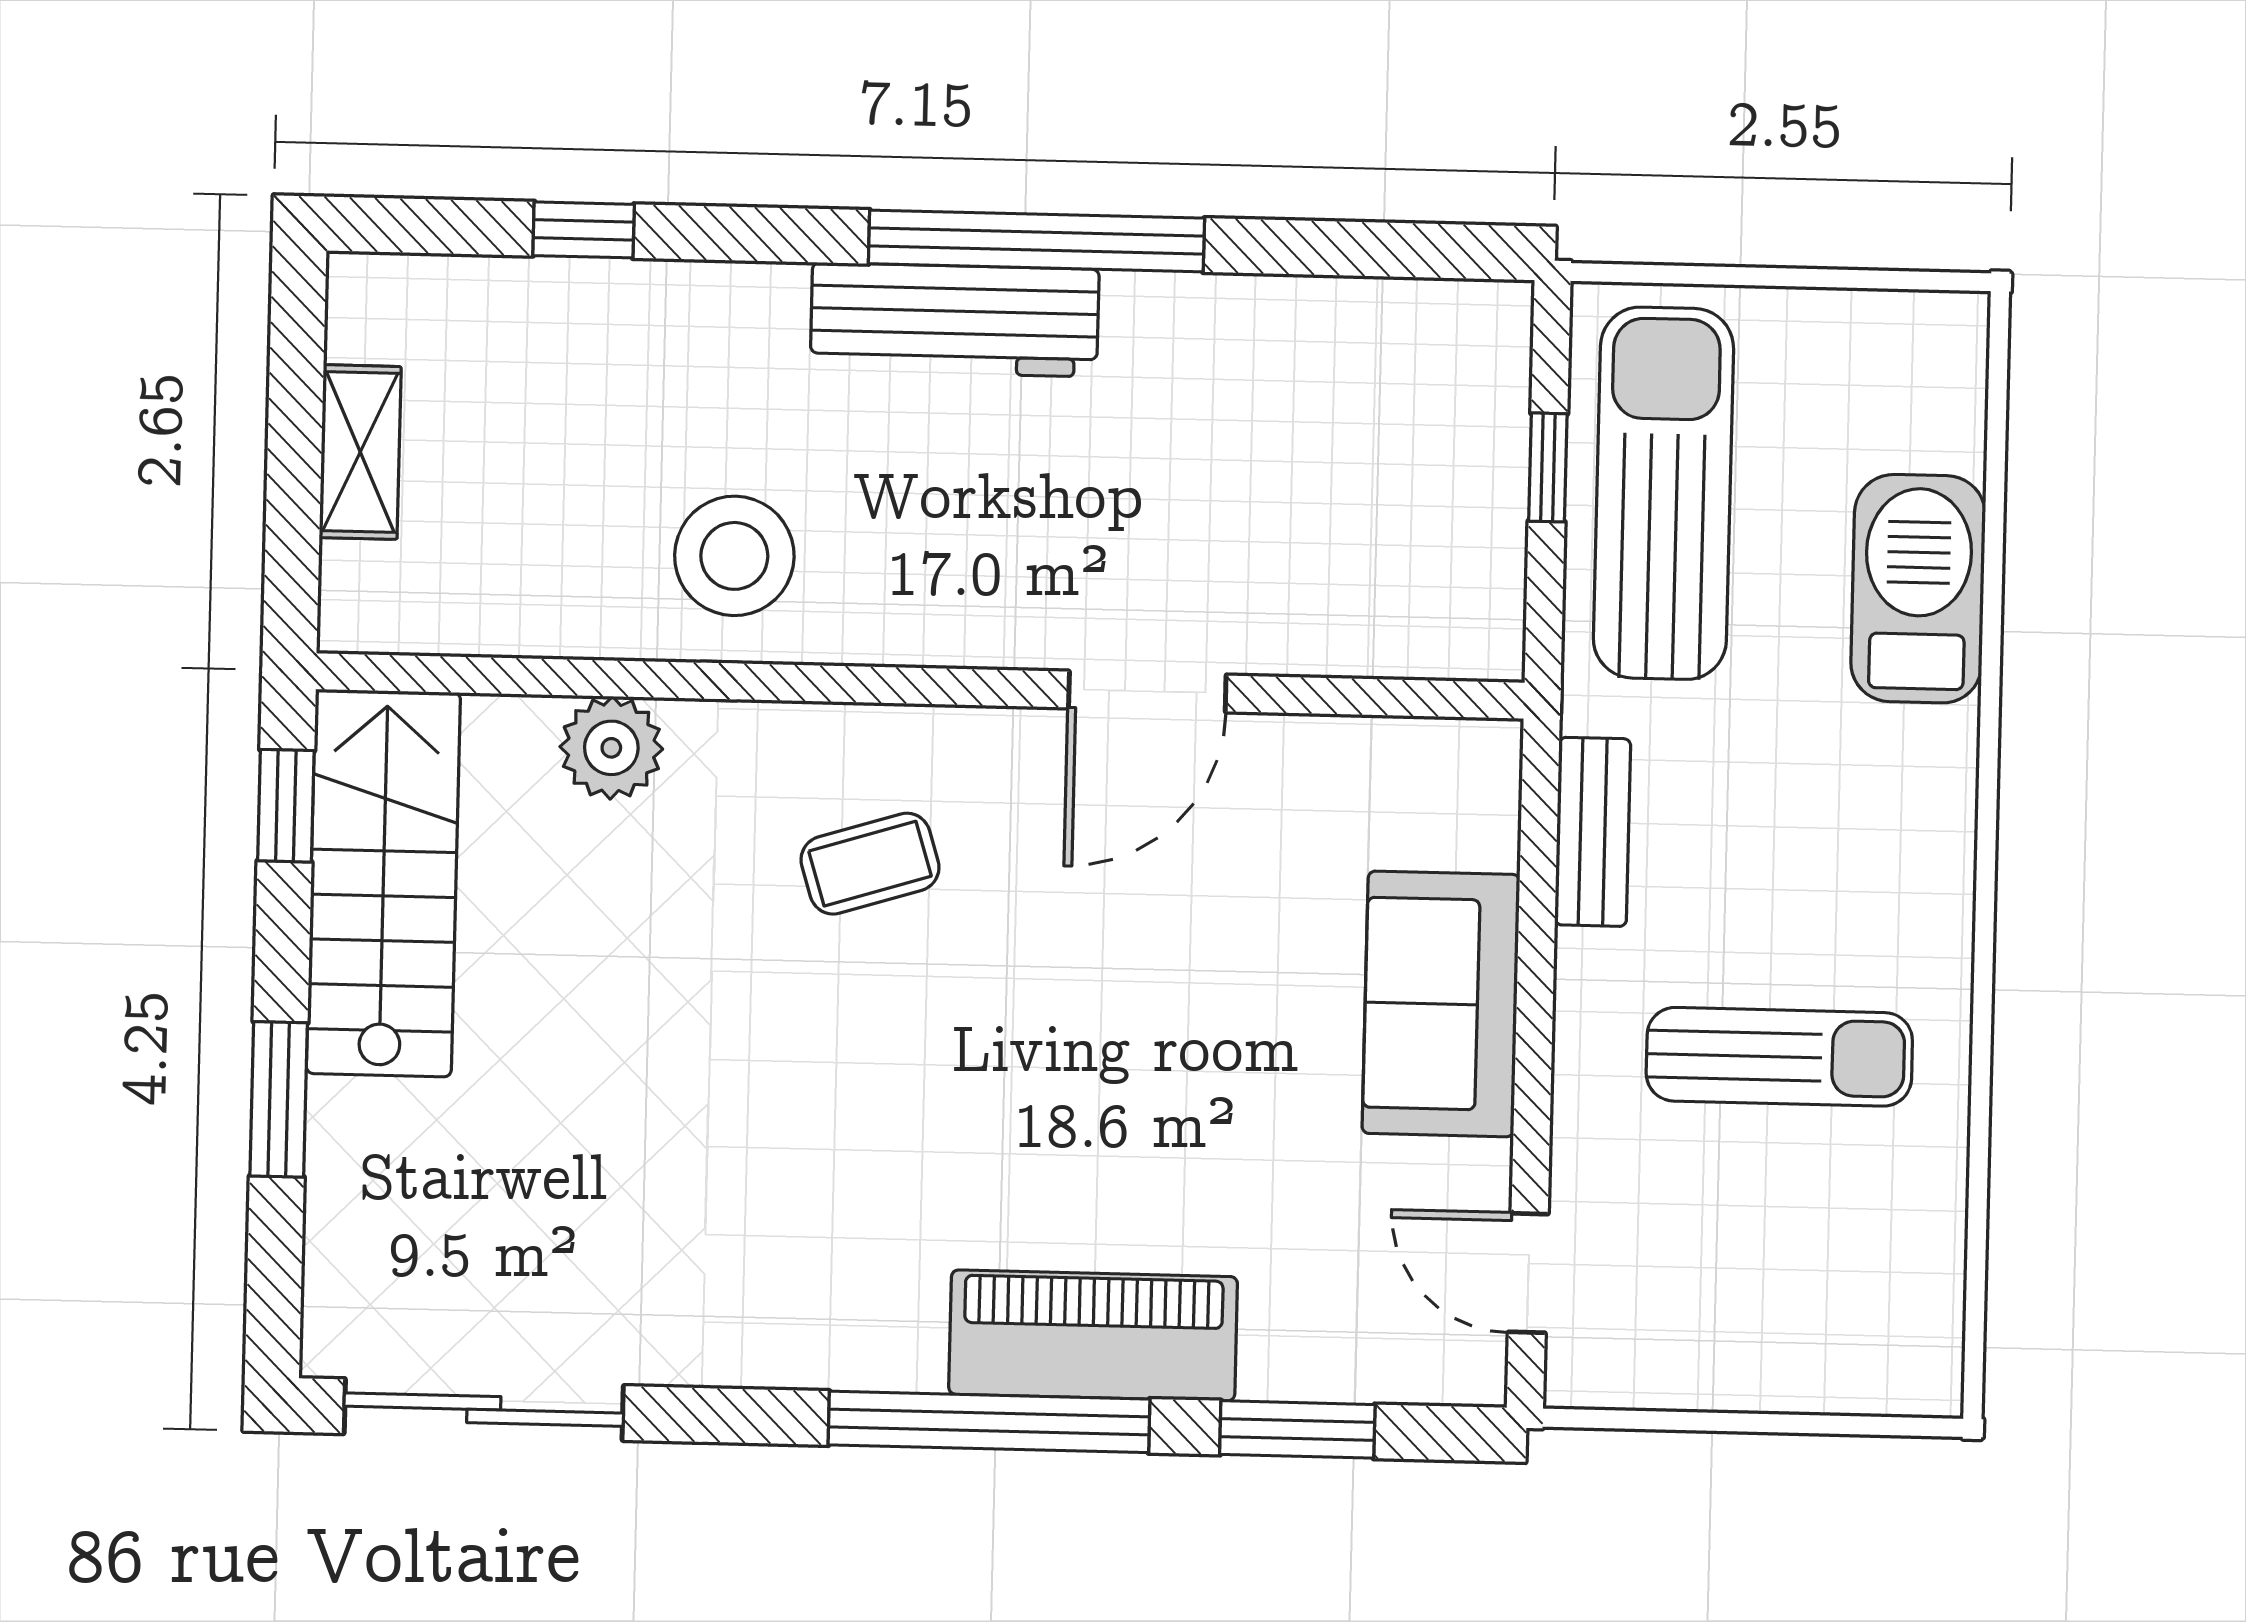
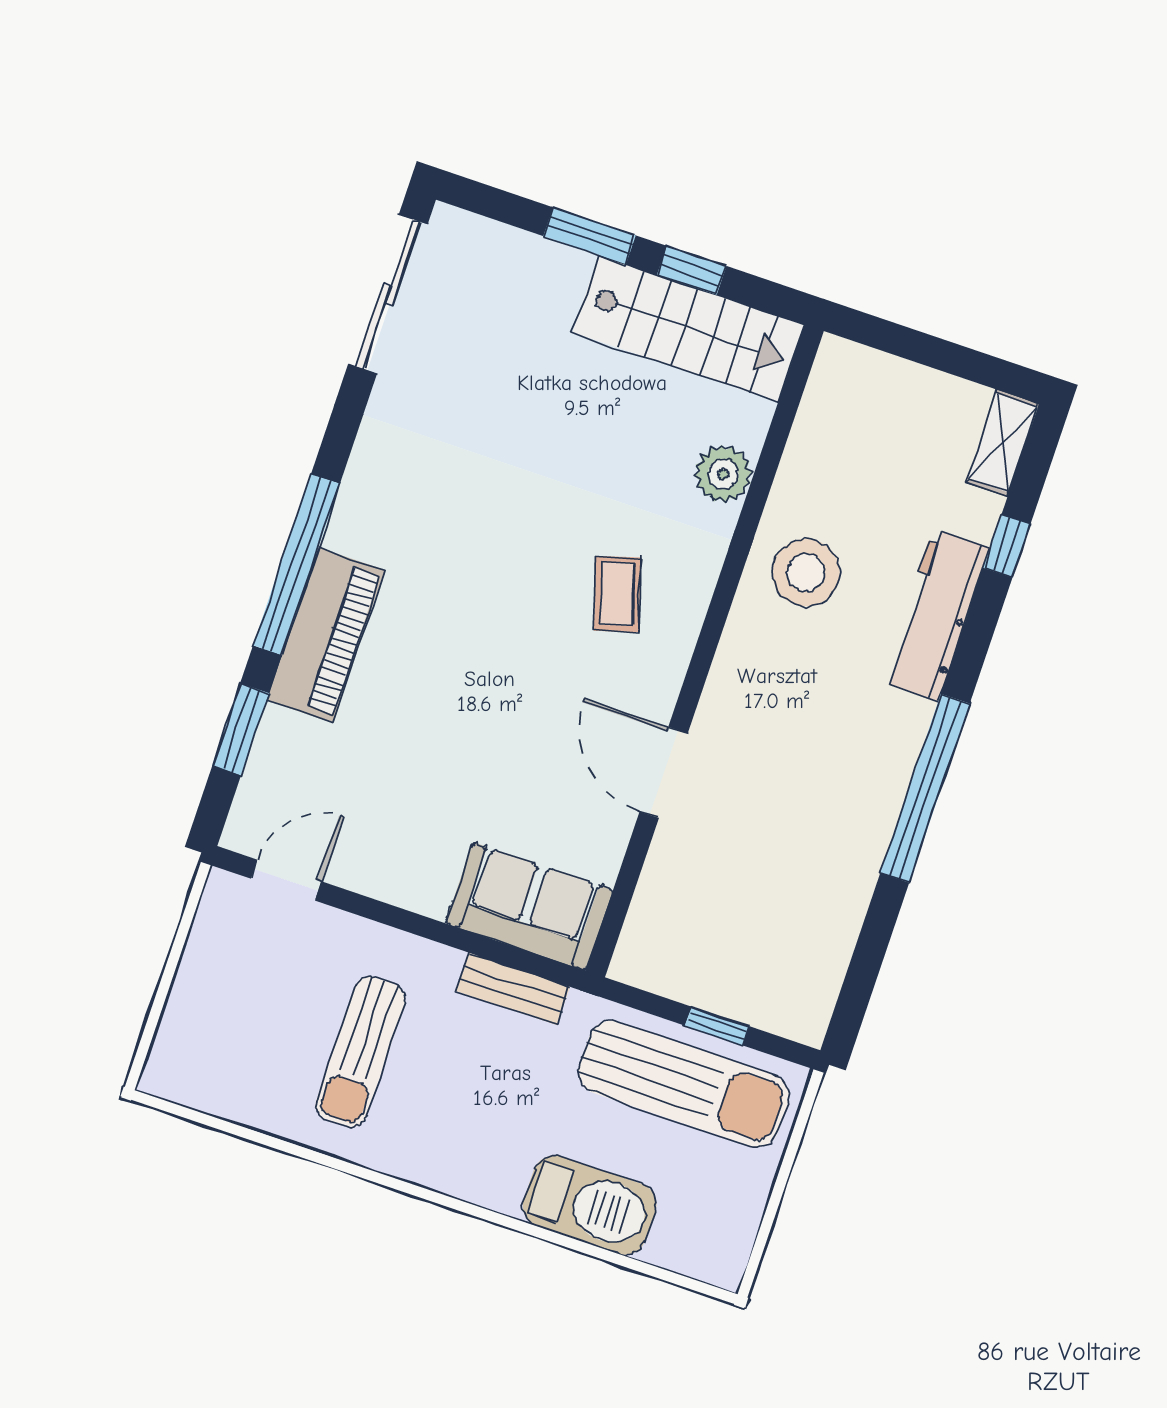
workbench: (955, 320) -> (936, 615), moved
shelving: (360, 452) -> (1003, 443), moved, turned 90
window: (286, 806) -> (692, 270), moved
sofa: (1441, 1004) -> (529, 906), moved

